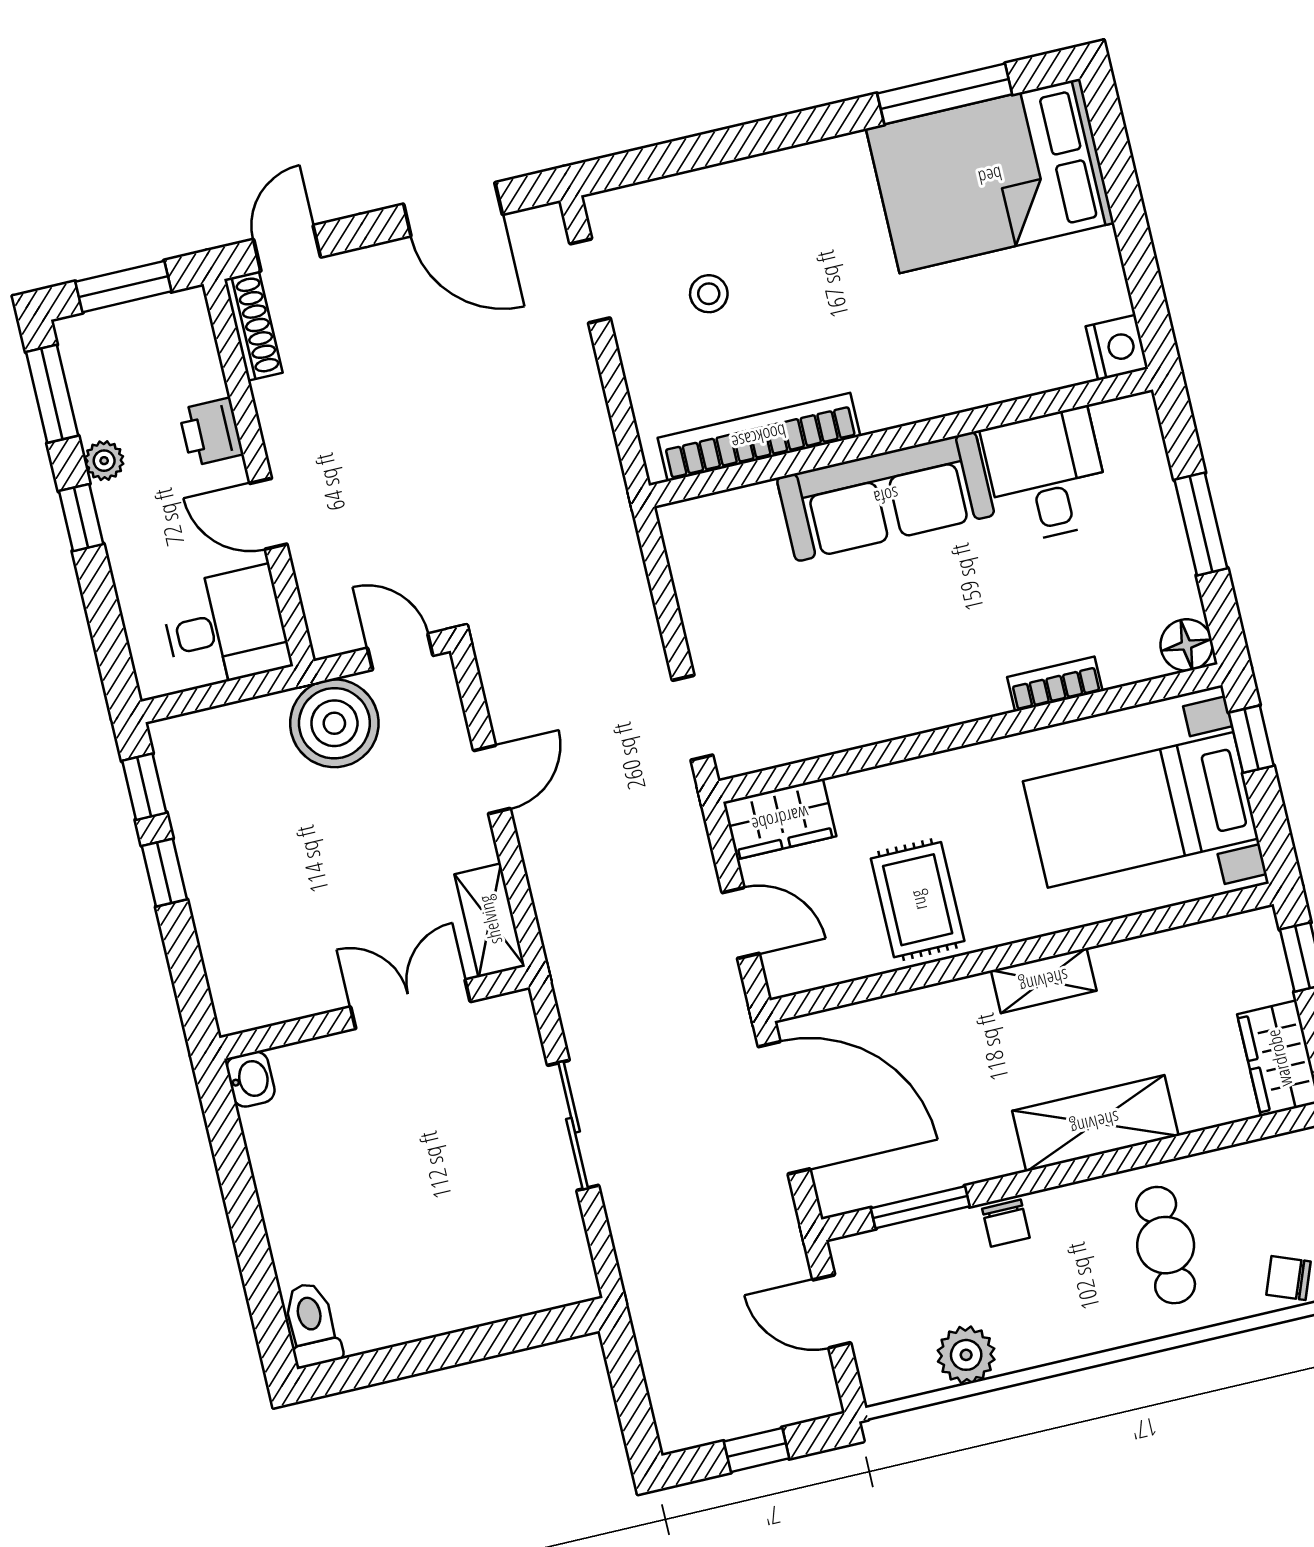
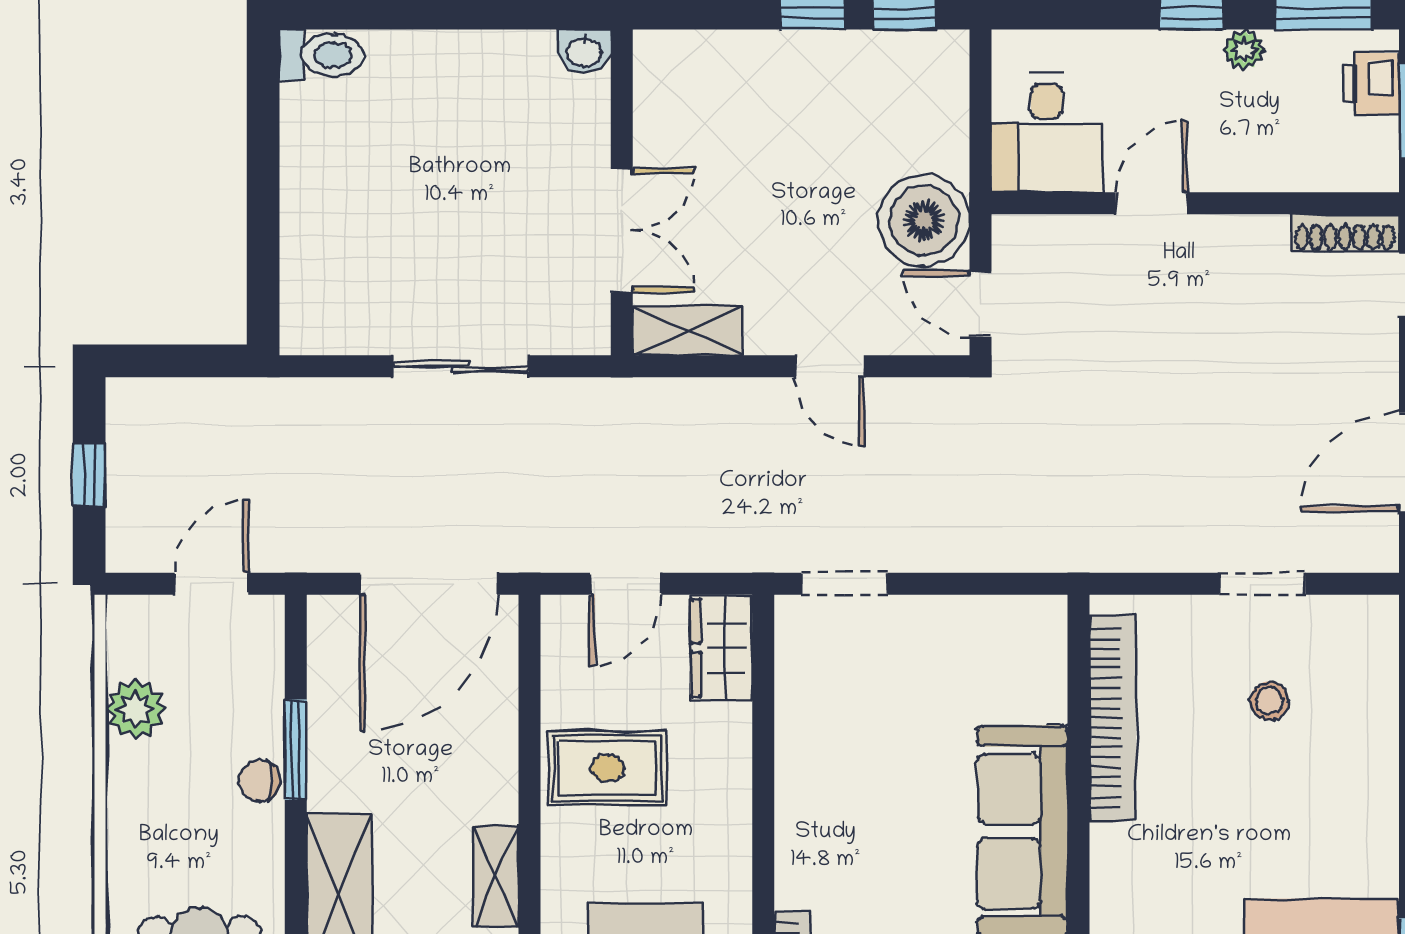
doorway: (590, 281) -> (1262, 584), moved
printer: (211, 432) -> (1371, 84), moved, turned -90
door: (400, 652) -> (981, 304), swing flipped
window: (920, 1207) -> (296, 750), moved

